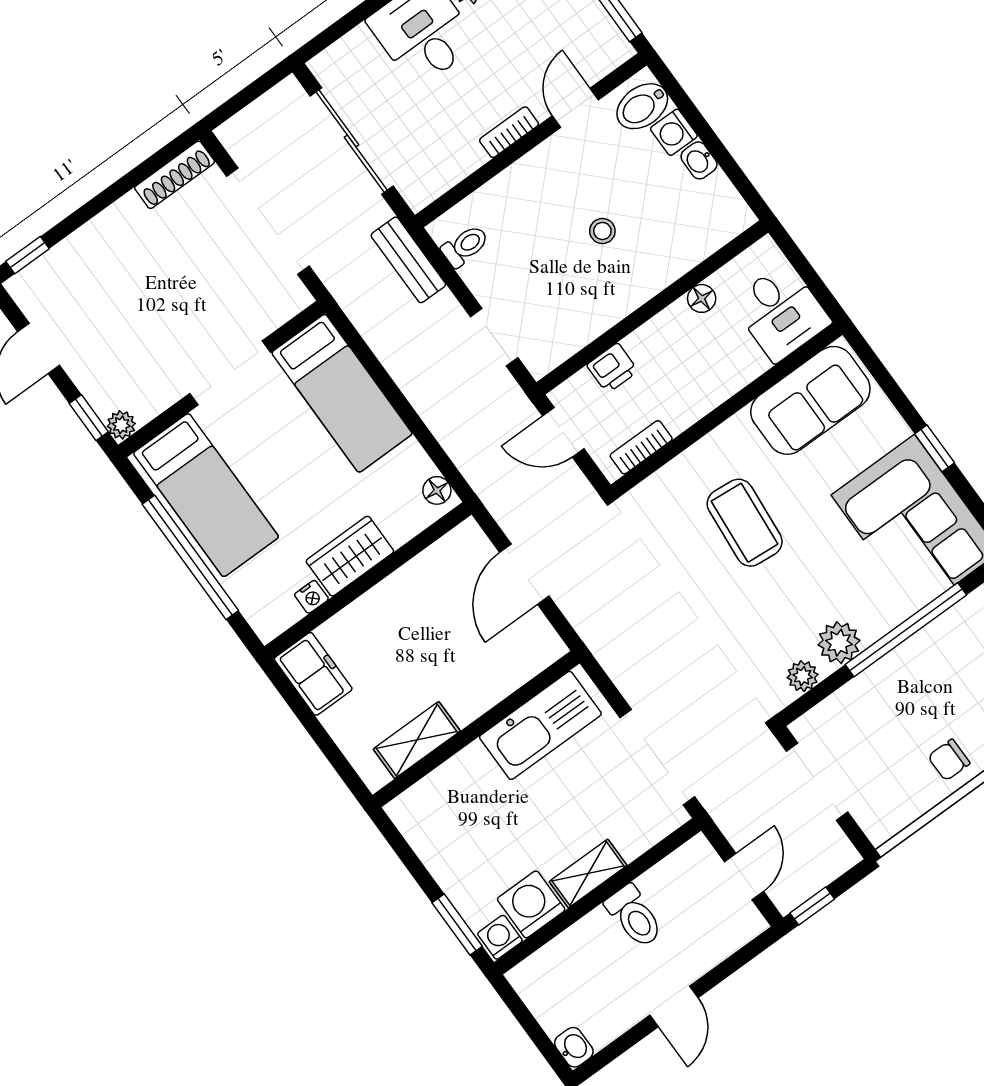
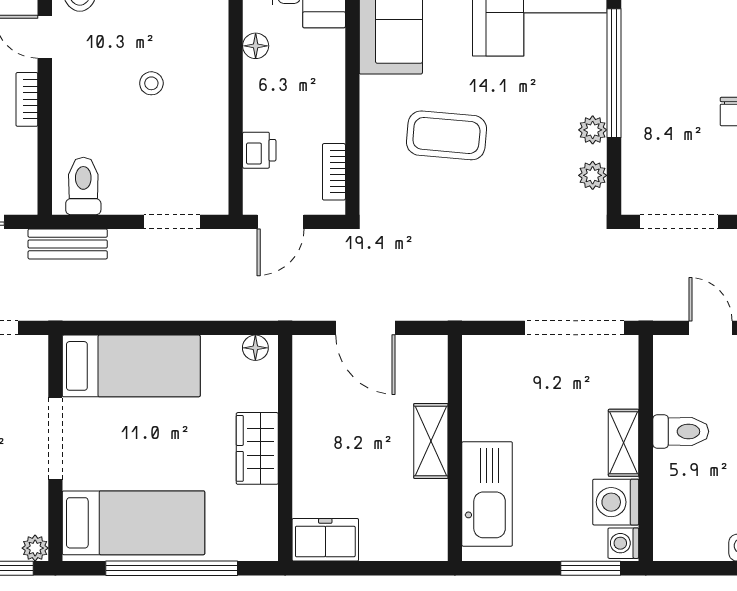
toilet: (465, 246) -> (83, 186), width x1.37, depth x1.39
nightstand: (311, 597) -> (267, 499), removed
plant: (839, 643) -> (593, 130), width x0.73, depth x0.73
kitchen sink: (540, 725) -> (487, 494), moved
shelving: (417, 740) -> (431, 441), moved

